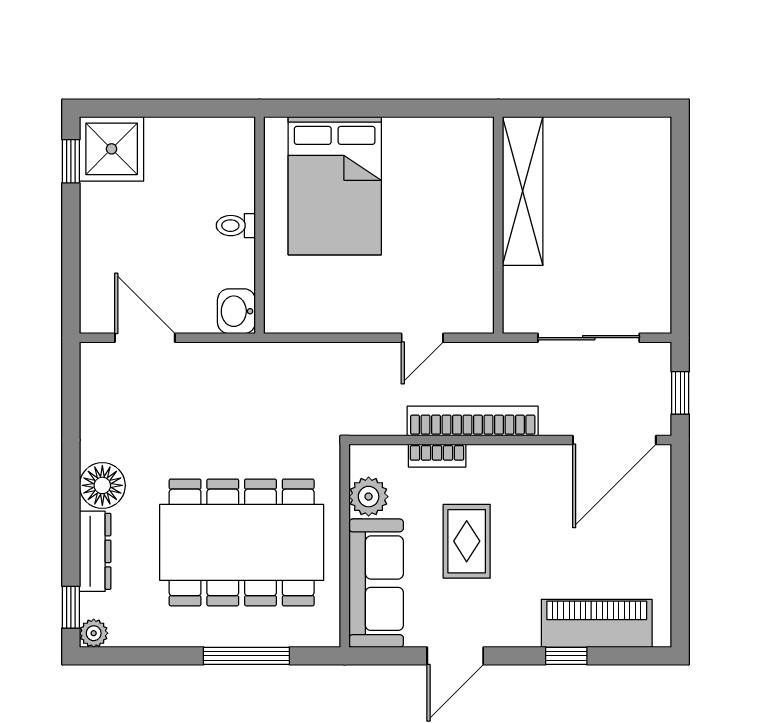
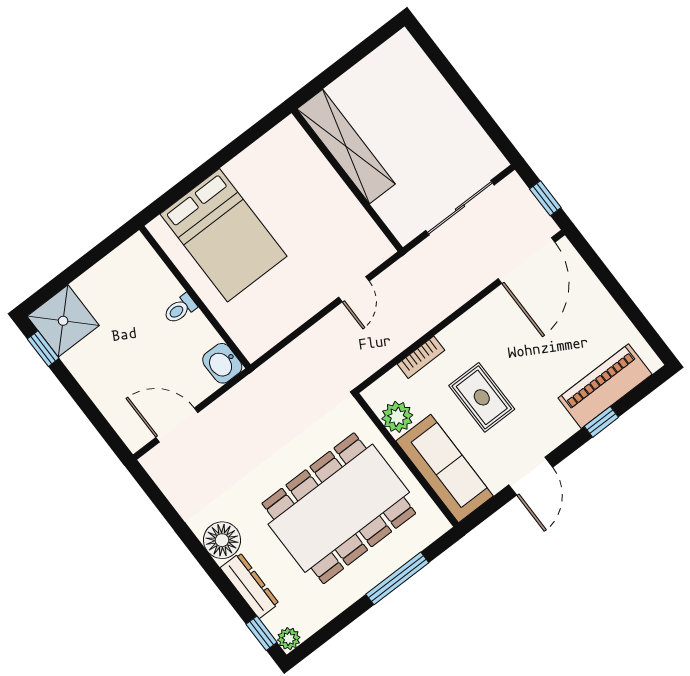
bookcase: (473, 421) -> (427, 318), removed

